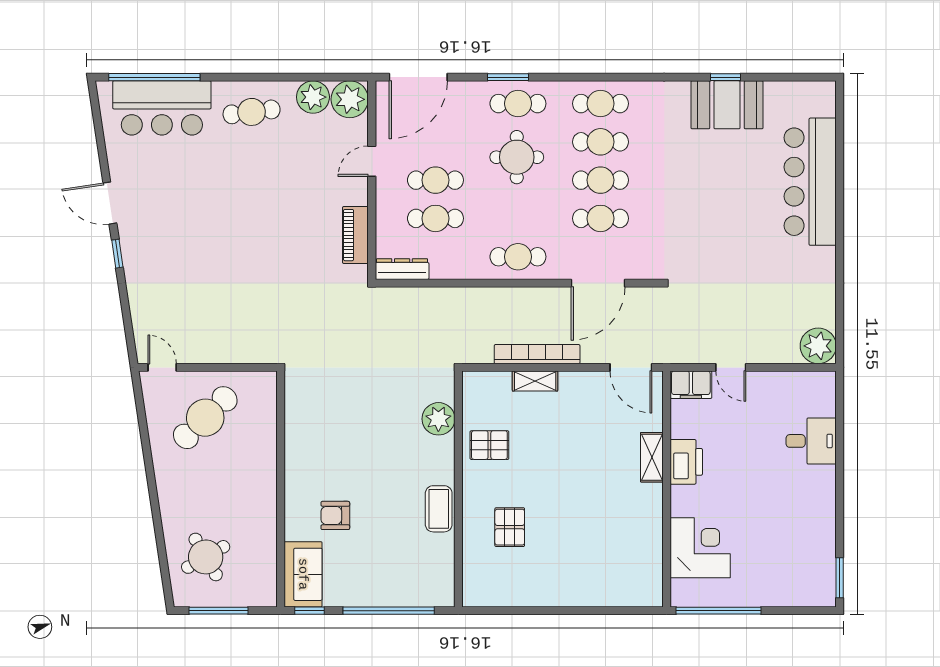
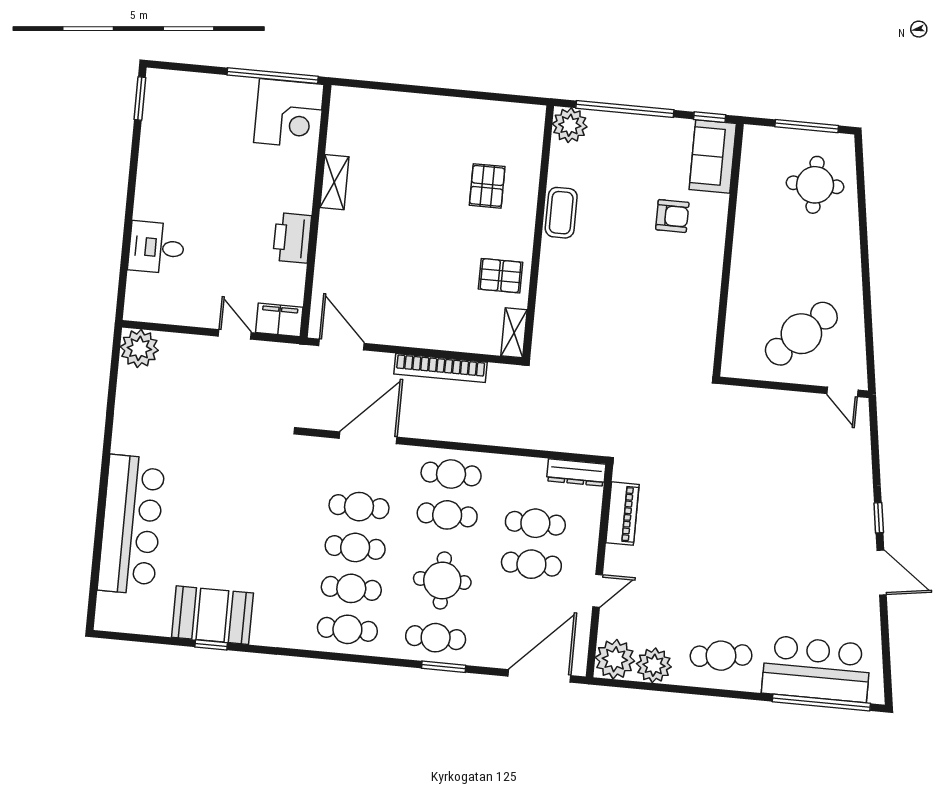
cafe table: (518, 218) -> (447, 515), added
shelving: (535, 381) -> (514, 333), moved, turned 90
plant: (438, 419) -> (570, 125), moved
shelving: (652, 457) -> (334, 182), moved
corner desk: (700, 548) -> (289, 113), moved, turned -90
round table: (206, 557) -> (815, 185), turned 30

